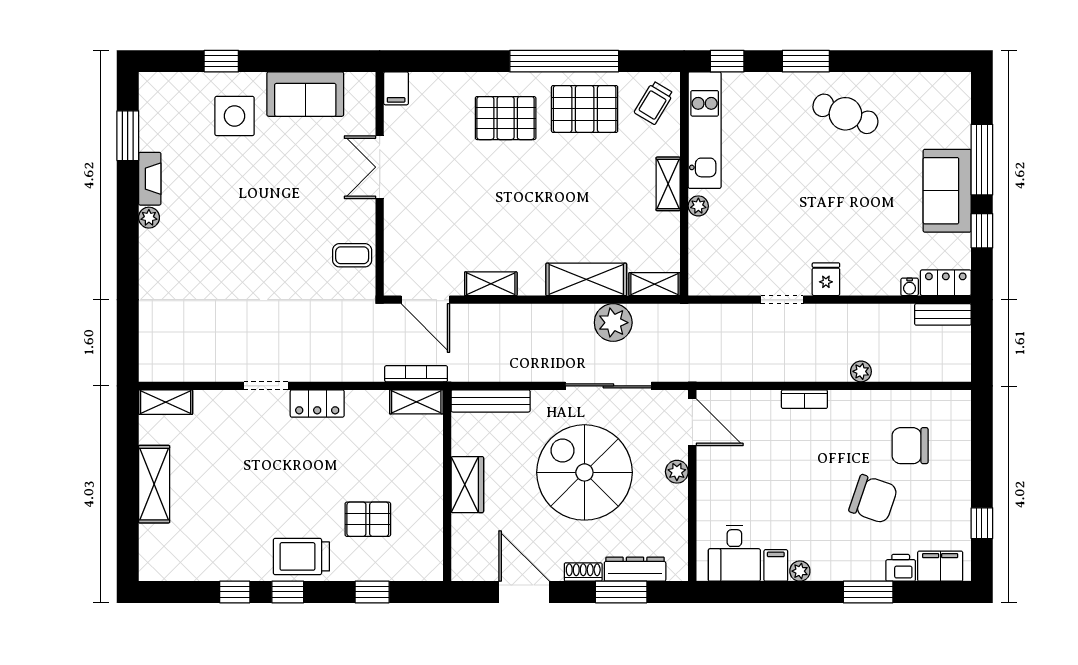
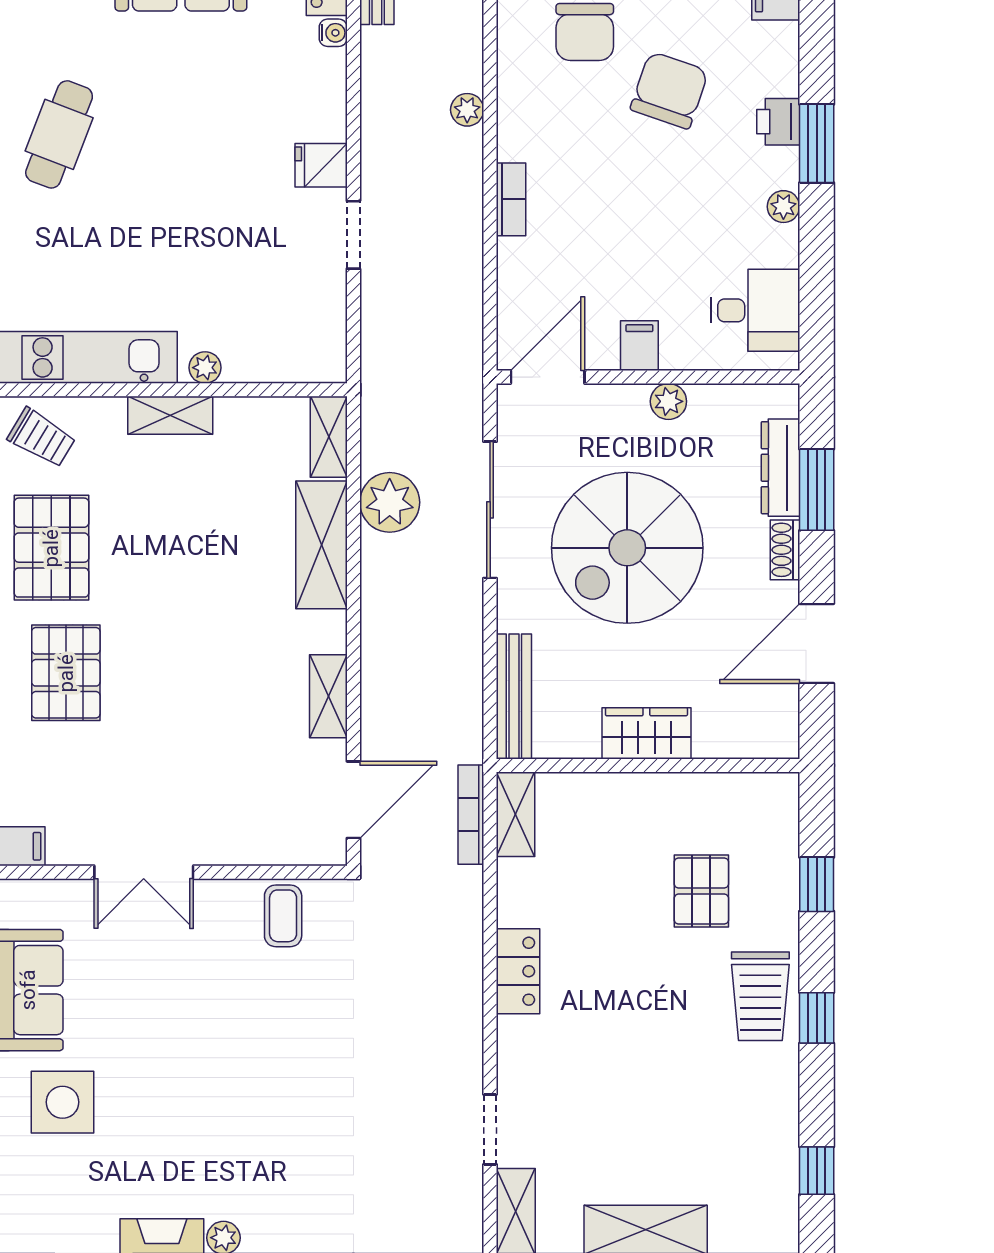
doorway: (266, 386) -> (490, 1129), moved
plant: (677, 472) -> (668, 401), moved
filing cabinet: (776, 565) -> (639, 346), moved, turned 90
printer: (901, 568) -> (778, 122), moved
window: (235, 592) -> (817, 1171), moved
window: (868, 592) -> (817, 143), moved

